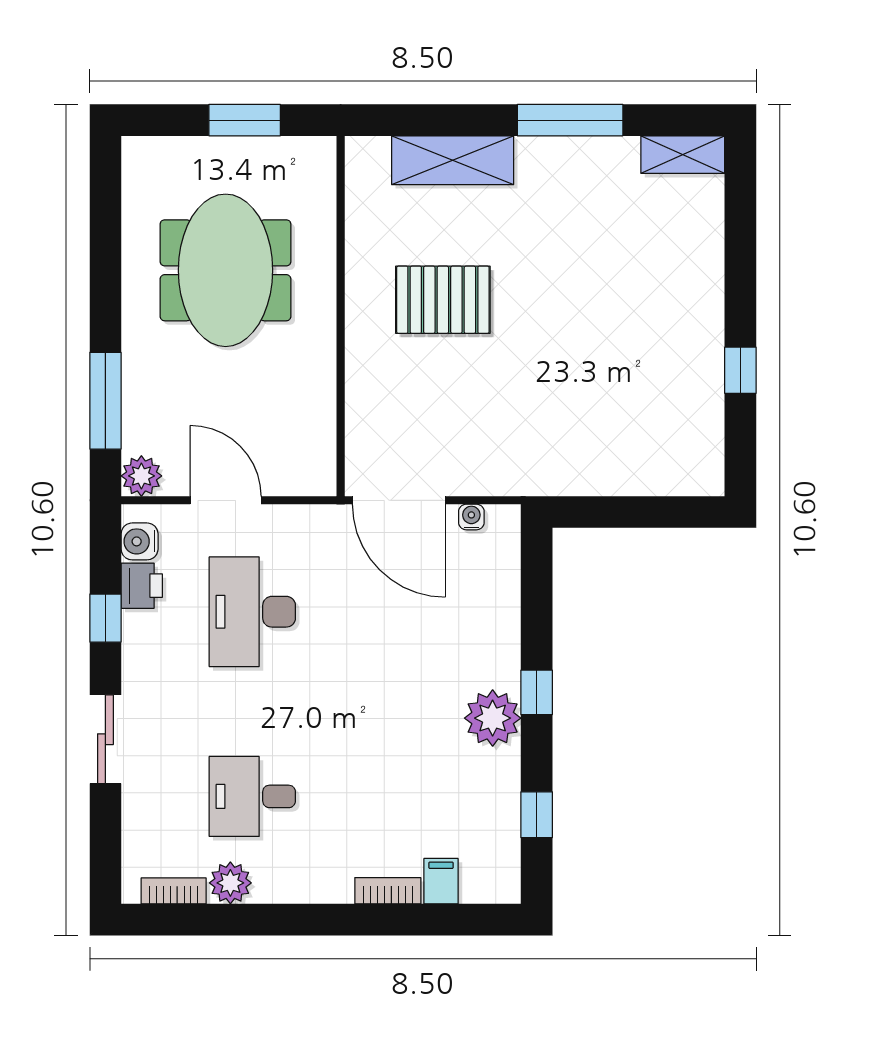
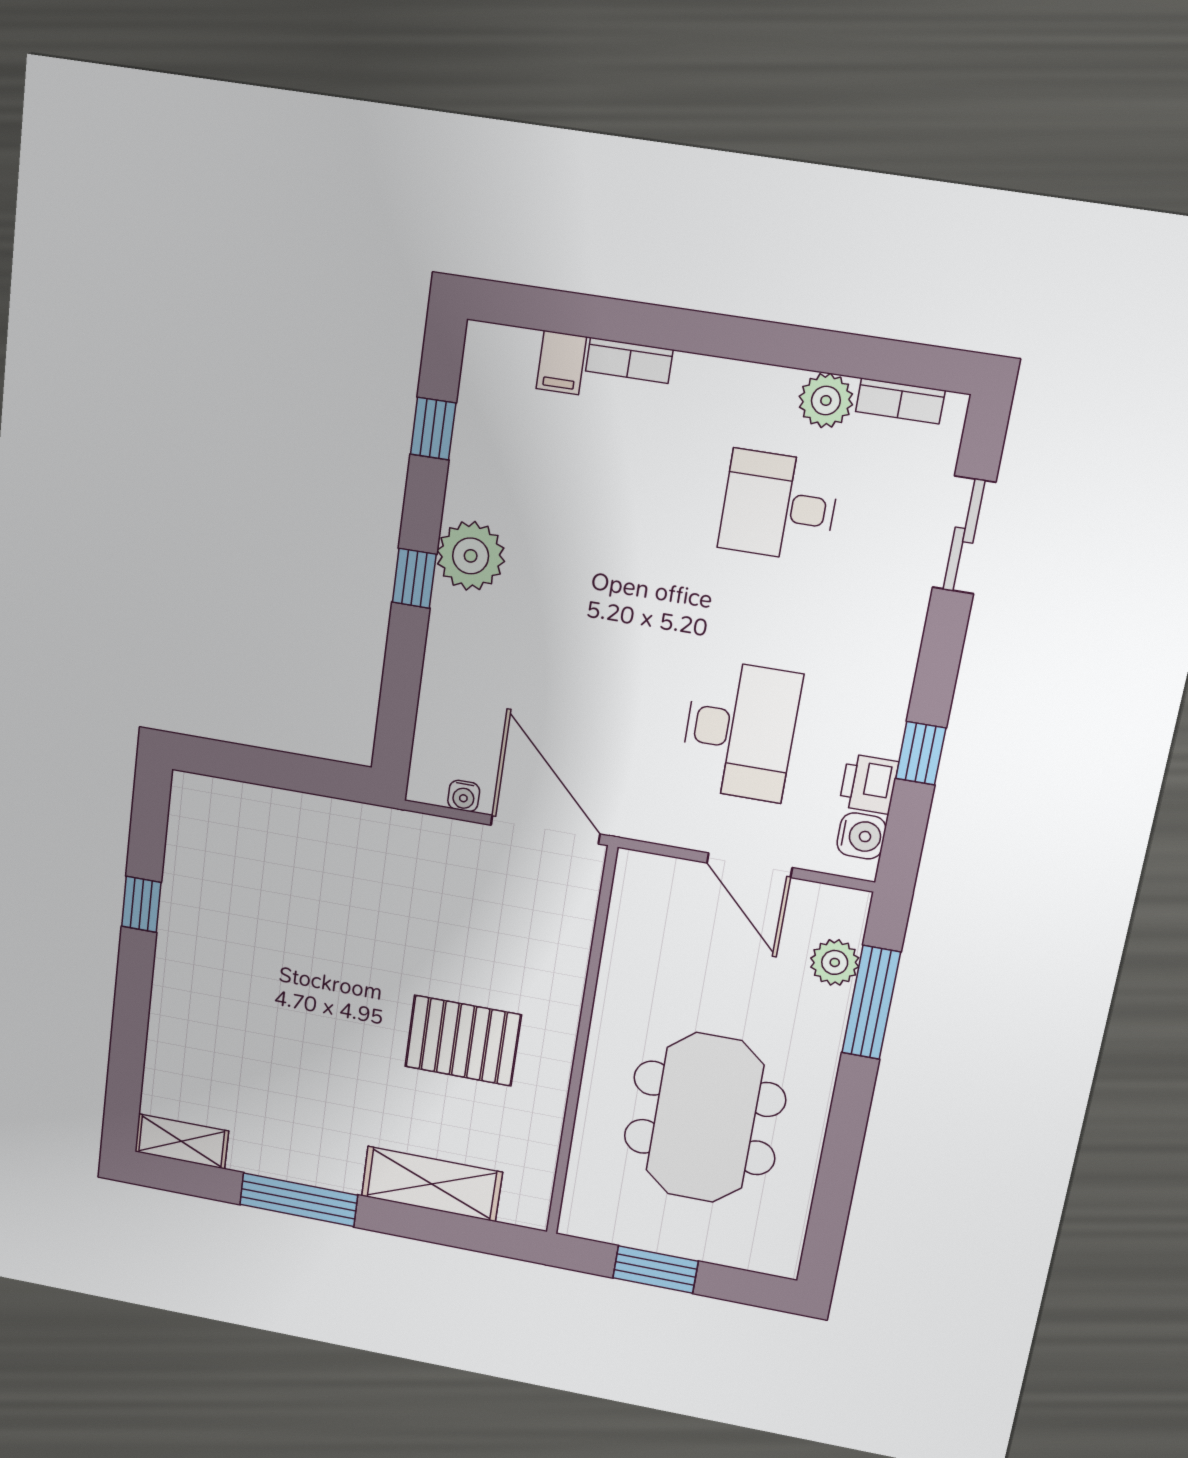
plant: (141, 476) -> (835, 962), moved
sliding door: (105, 739) -> (964, 535), moved
desk: (252, 796) -> (779, 506), turned 180

